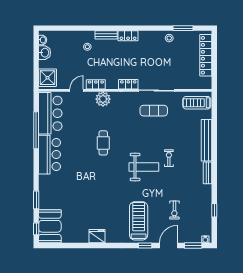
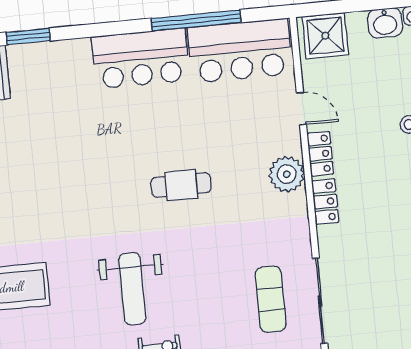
locker: (128, 84) -> (325, 201), moved

